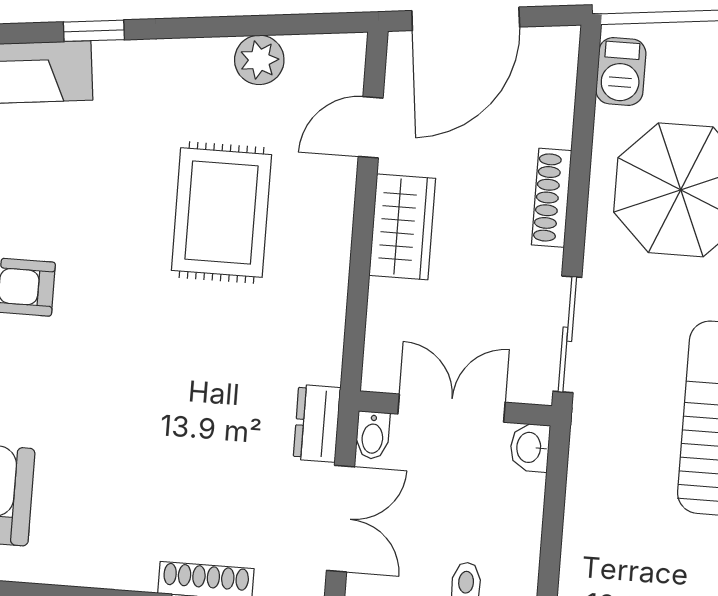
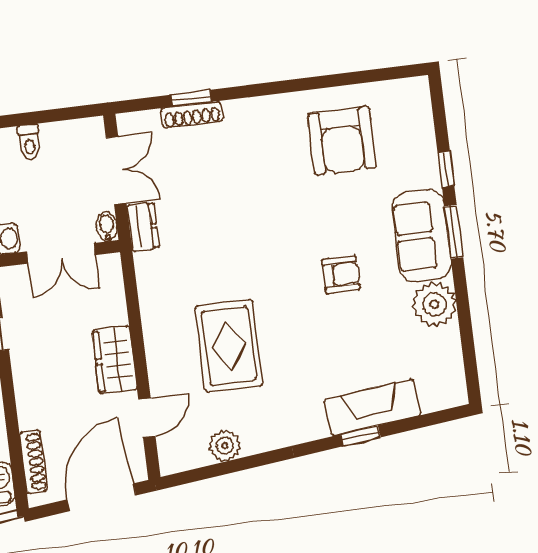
window: (94, 31) -> (361, 436), moved
shoe rack: (552, 198) -> (33, 462), moved
double door: (341, 519) -> (116, 170), swing flipped

